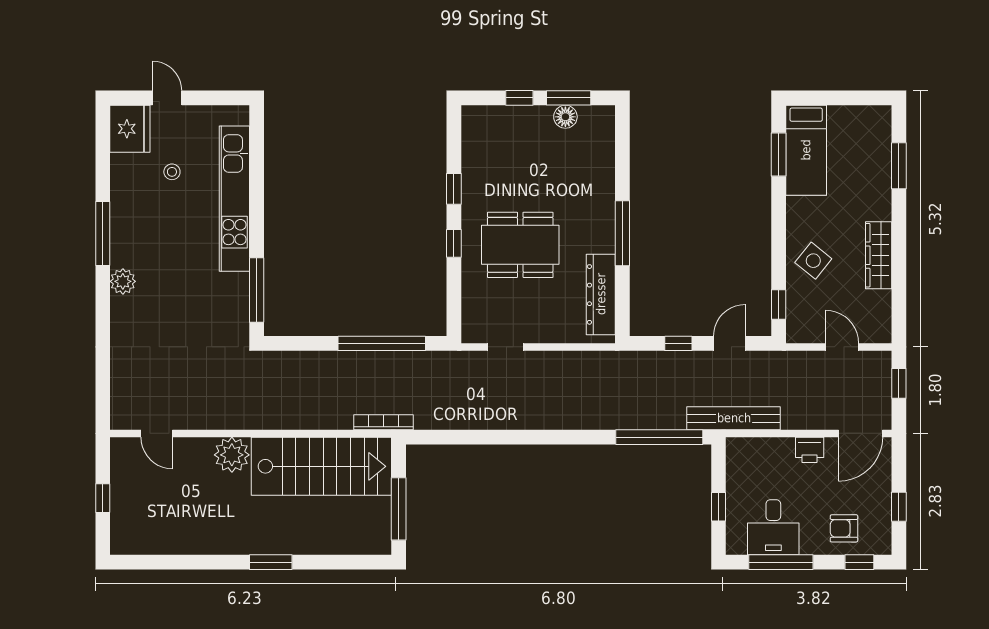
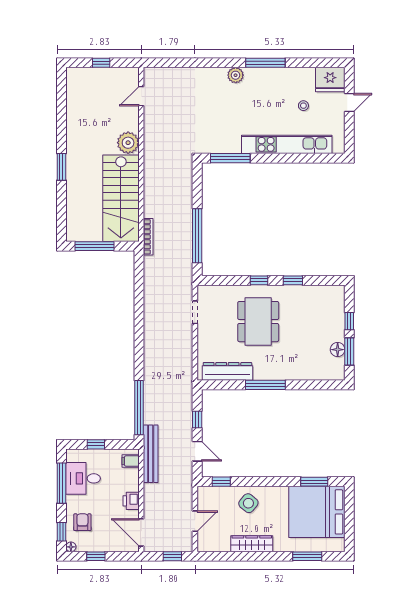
bed: (806, 150) -> (317, 512), width x2.04
filing cabinet: (745, 451) -> (131, 461), added
floor lamp: (884, 547) -> (71, 547), added

